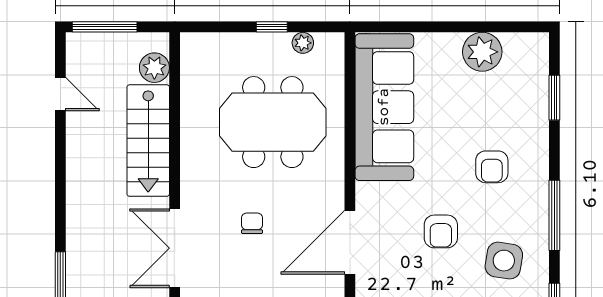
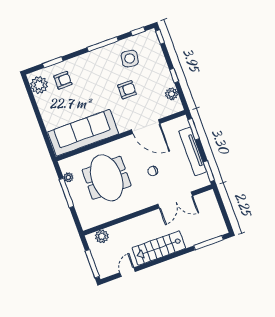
window: (272, 27) -> (66, 193), width x2.17
plant: (482, 52) -> (39, 85), moved
stairs: (148, 141) -> (159, 248), moved, turned 180
armchair: (492, 167) -> (63, 80), moved

